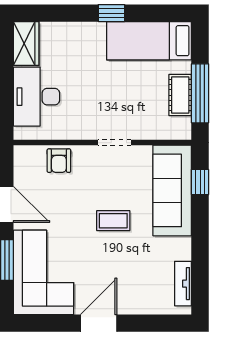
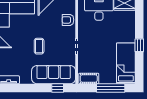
window: (200, 93) -> (111, 88), moved
cot: (180, 95) -> (89, 78), moved

